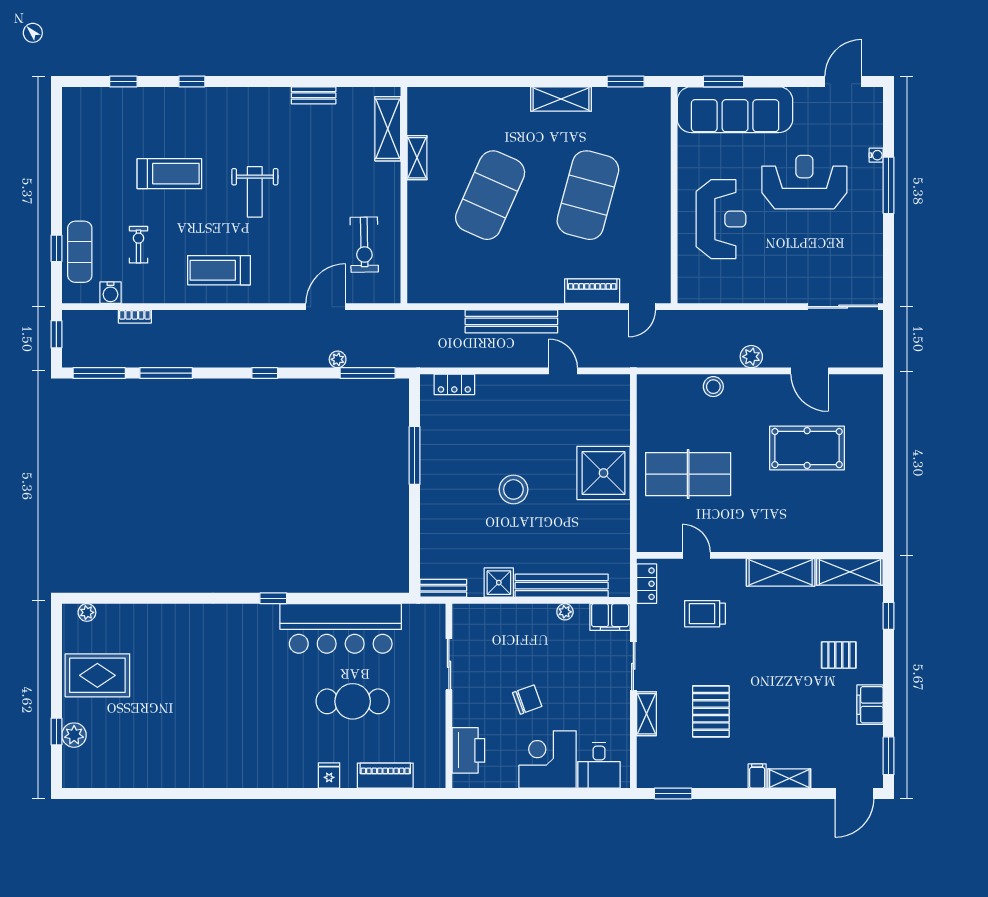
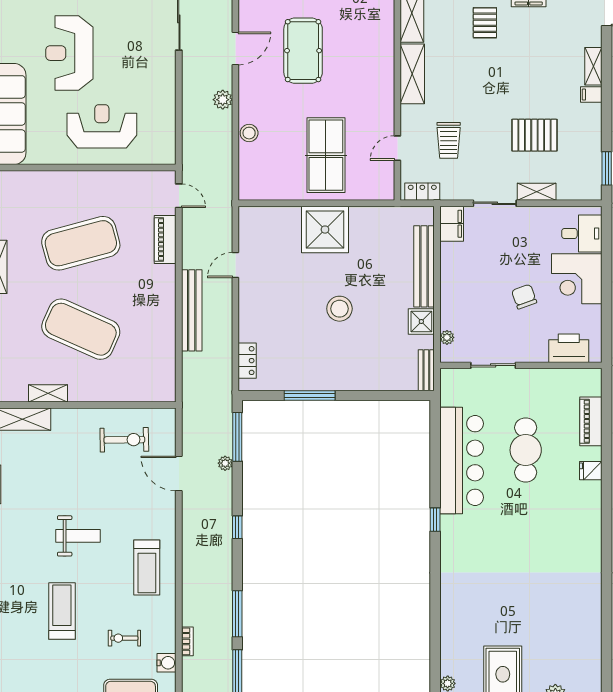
exercise mat: (588, 195) -> (81, 243), turned -30
plant: (565, 612) -> (447, 337), moved

